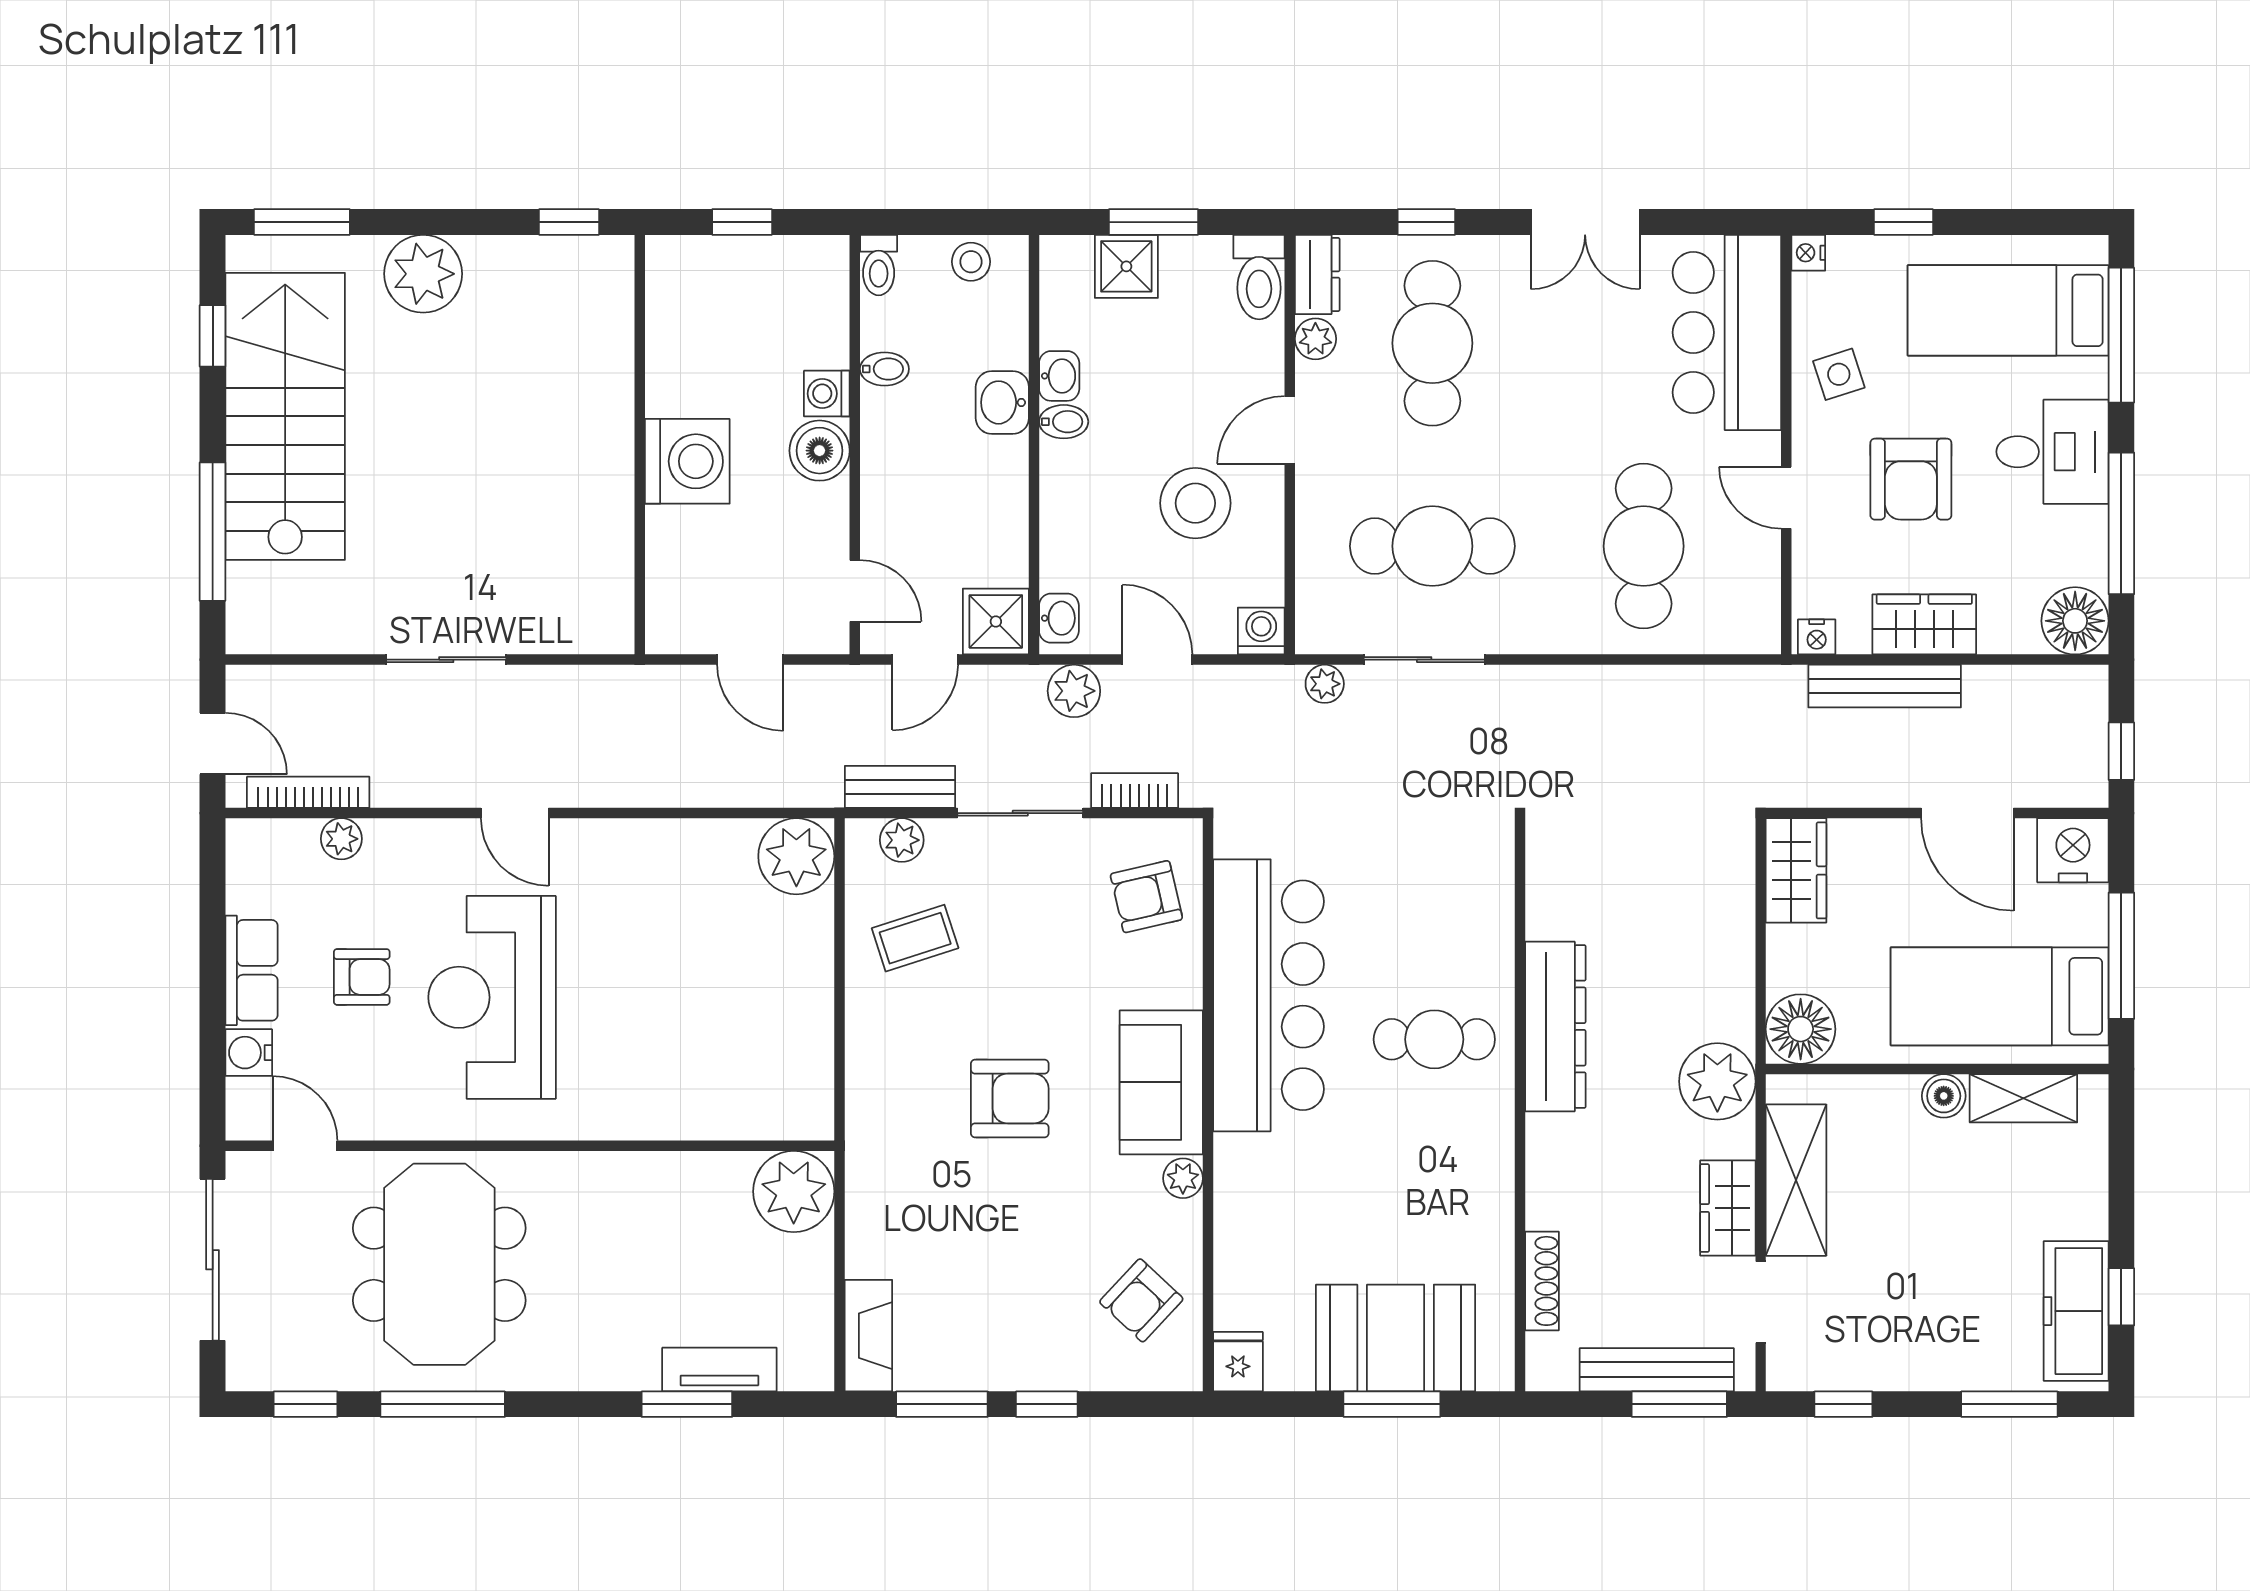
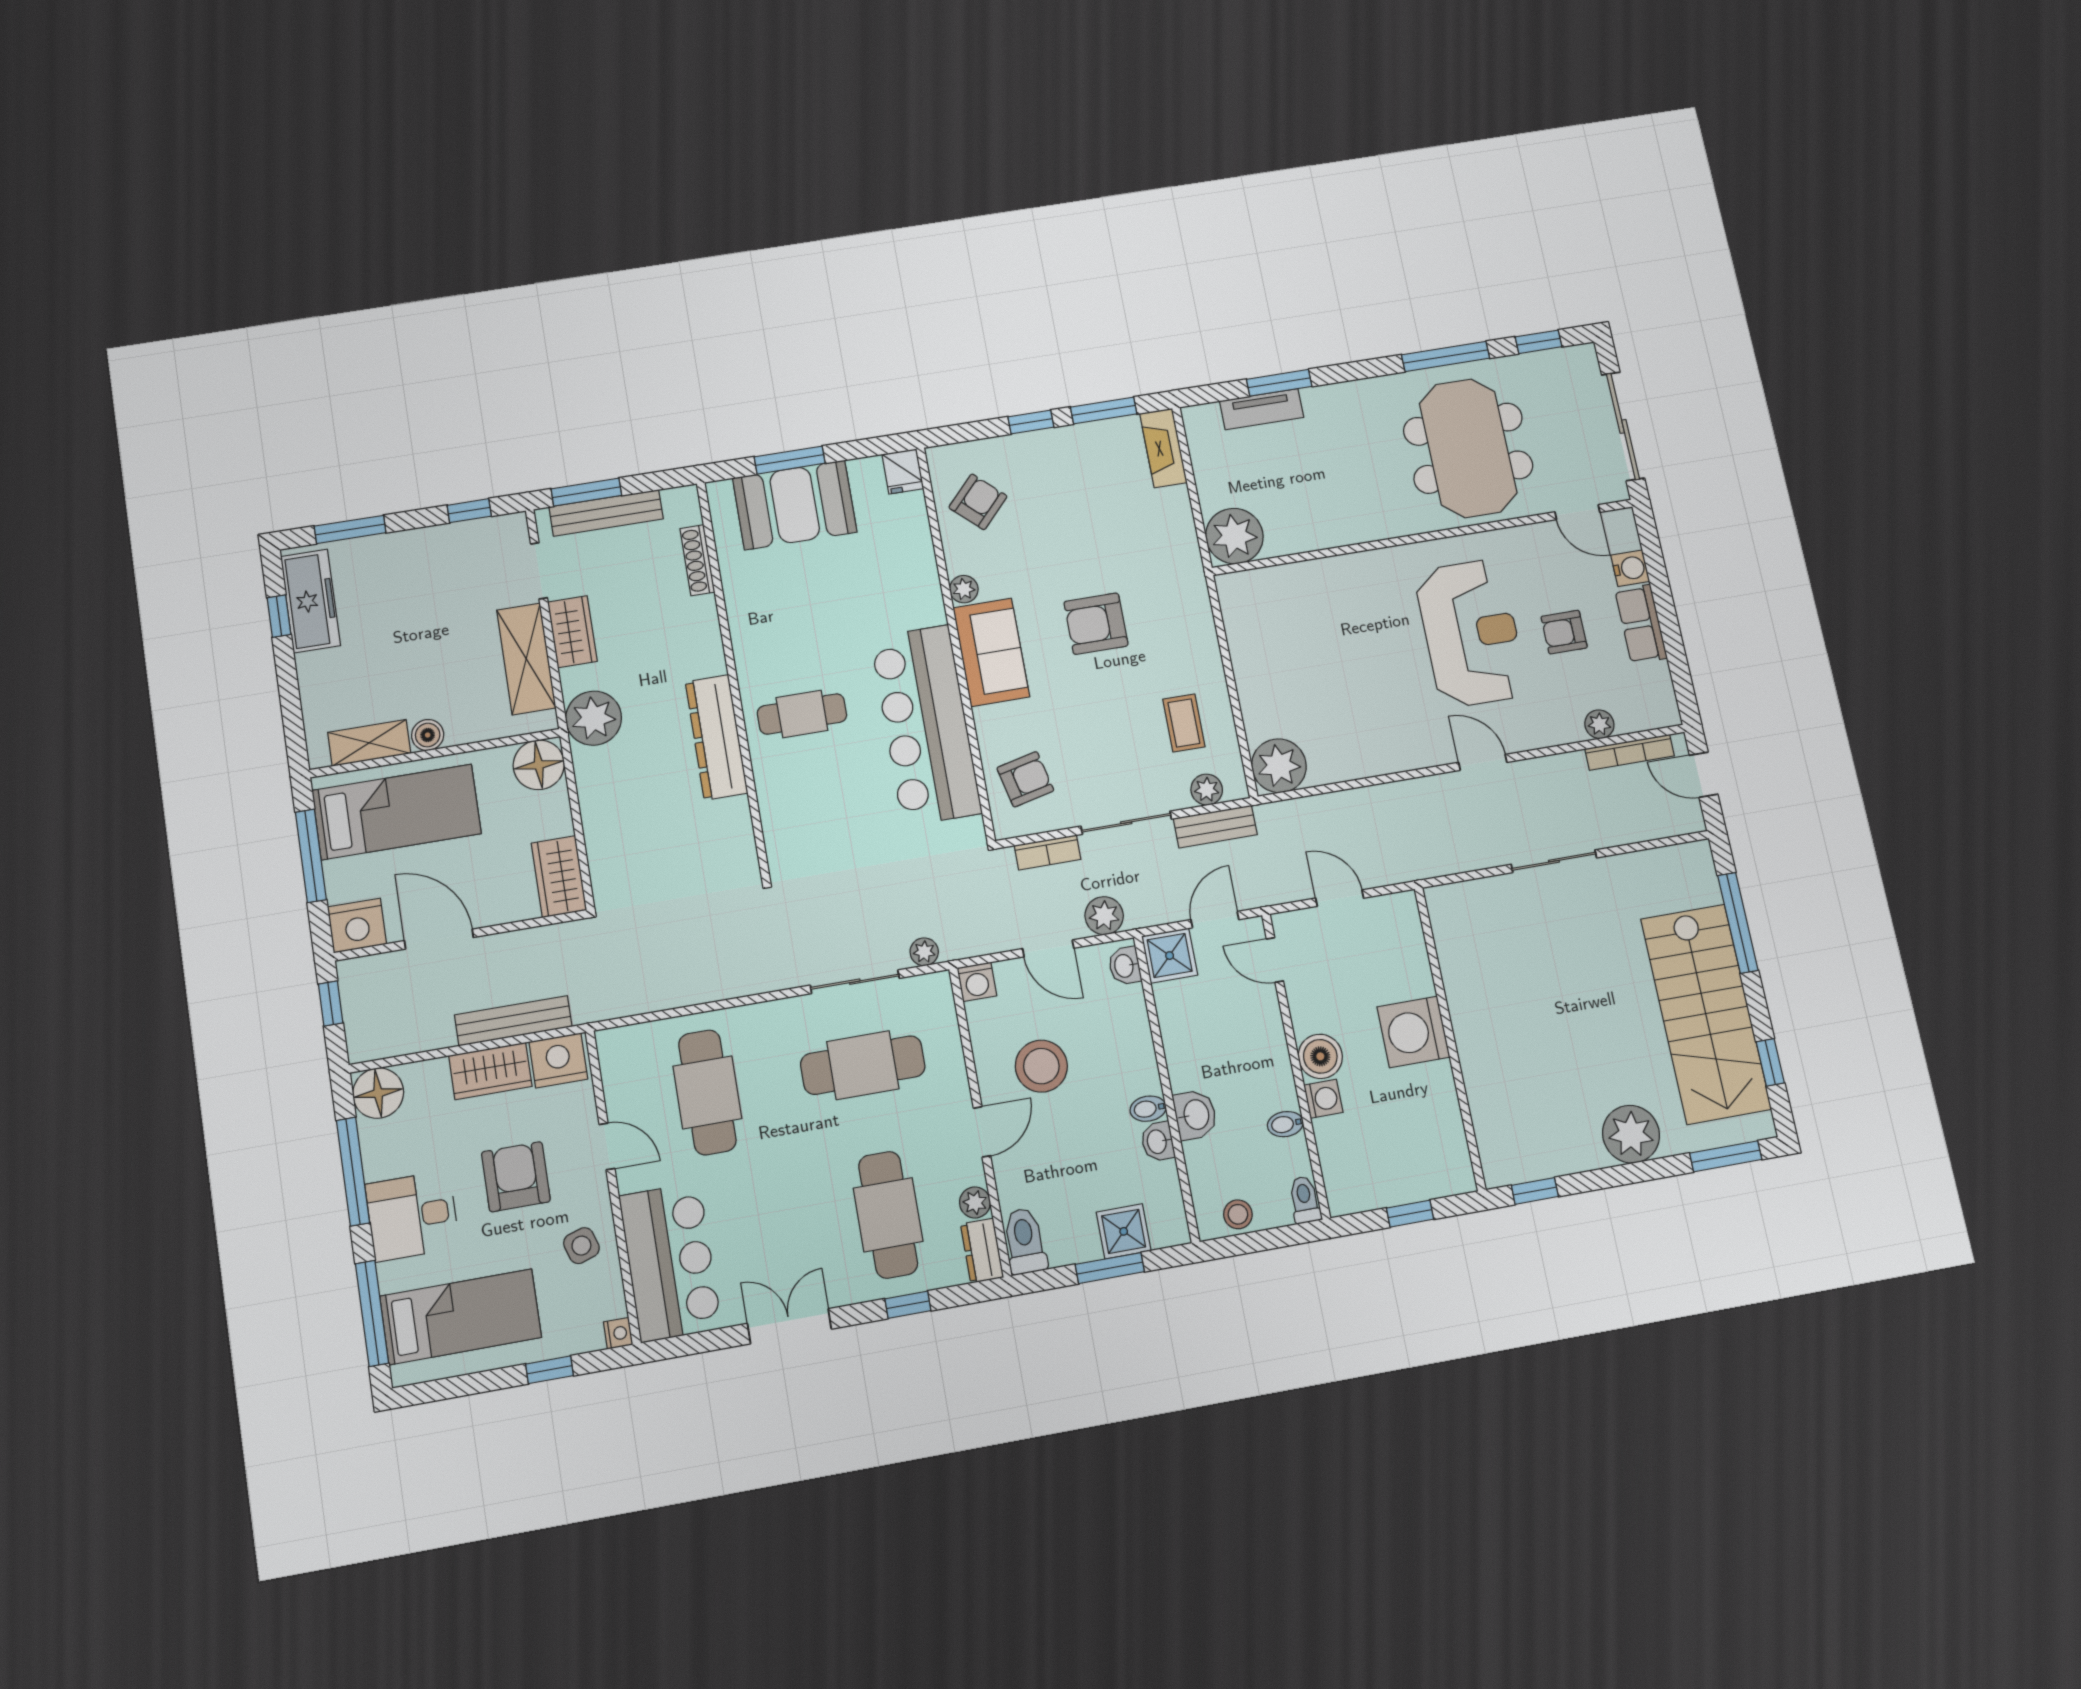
nightstand: (1817, 637) -> (558, 1060), width x1.89, depth x1.79
coffee table: (915, 938) -> (1184, 723), turned -72

